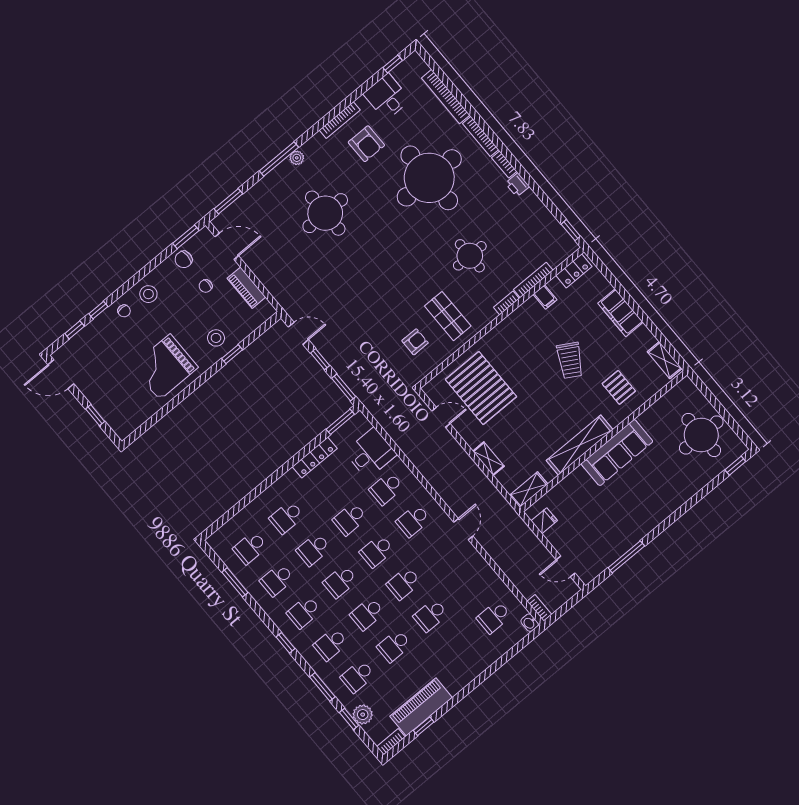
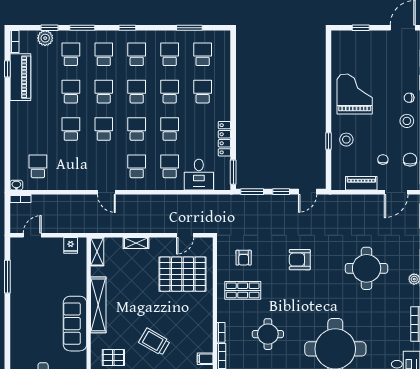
armchair: (366, 144) -> (300, 260), moved

